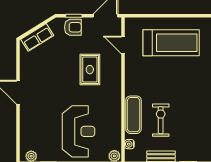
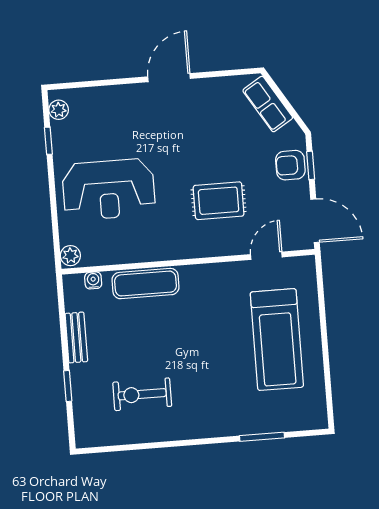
armchair: (73, 27) -> (290, 165), turned 90
exercise bike: (161, 120) -> (142, 394), moved, turned 180

